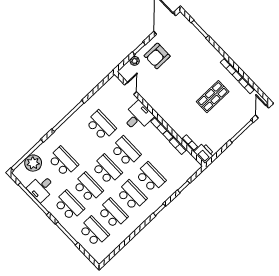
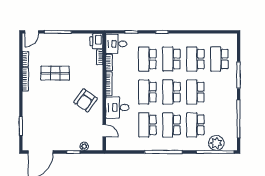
armchair: (157, 56) -> (86, 100), moved, turned 125
door: (131, 88) -> (104, 131), swing flipped
desk: (41, 188) -> (116, 44), moved, turned 180
school desk: (69, 206) -> (171, 125), moved

